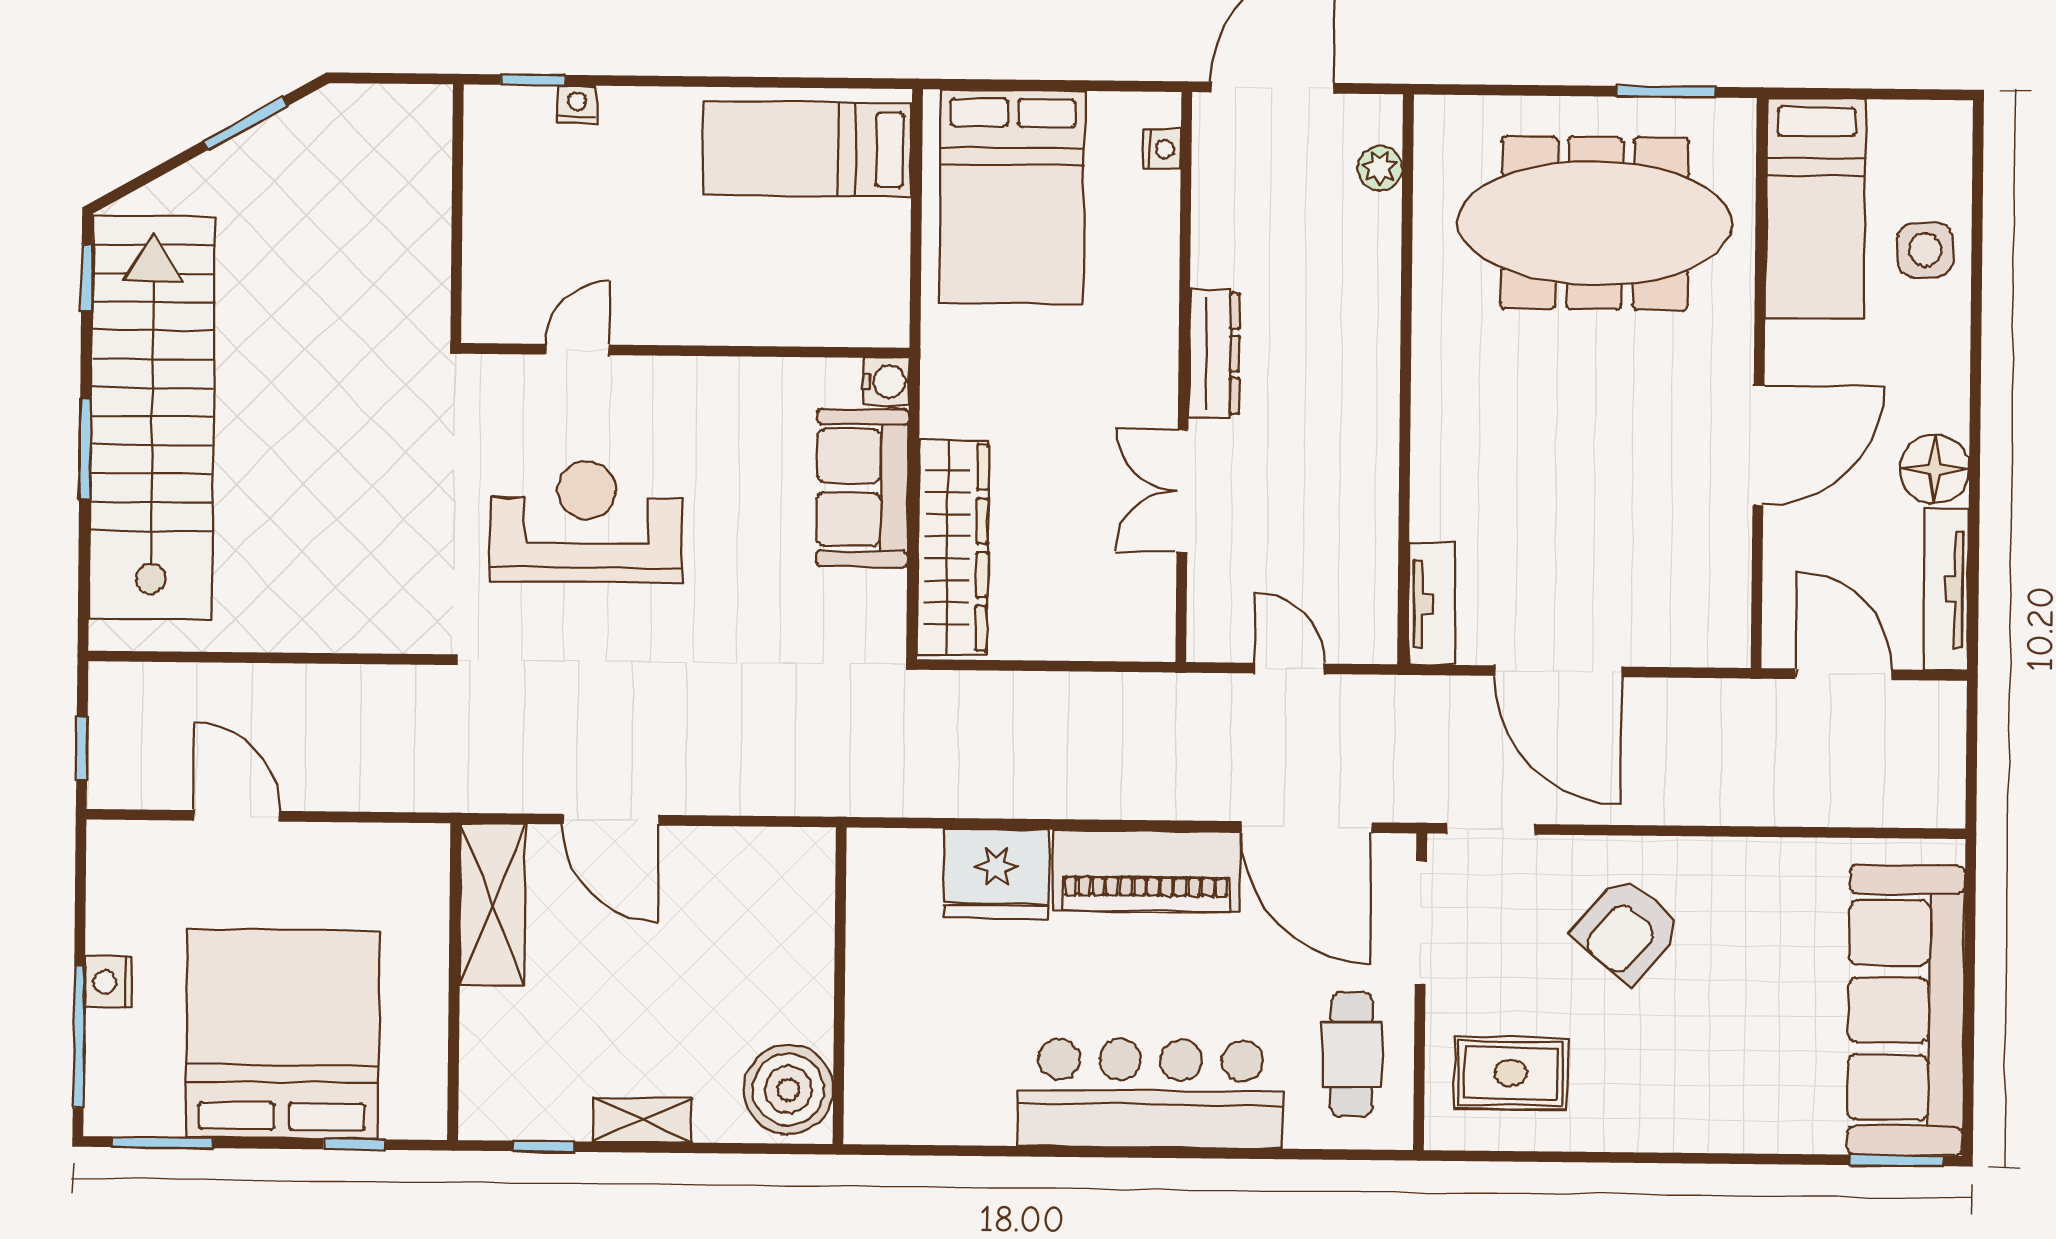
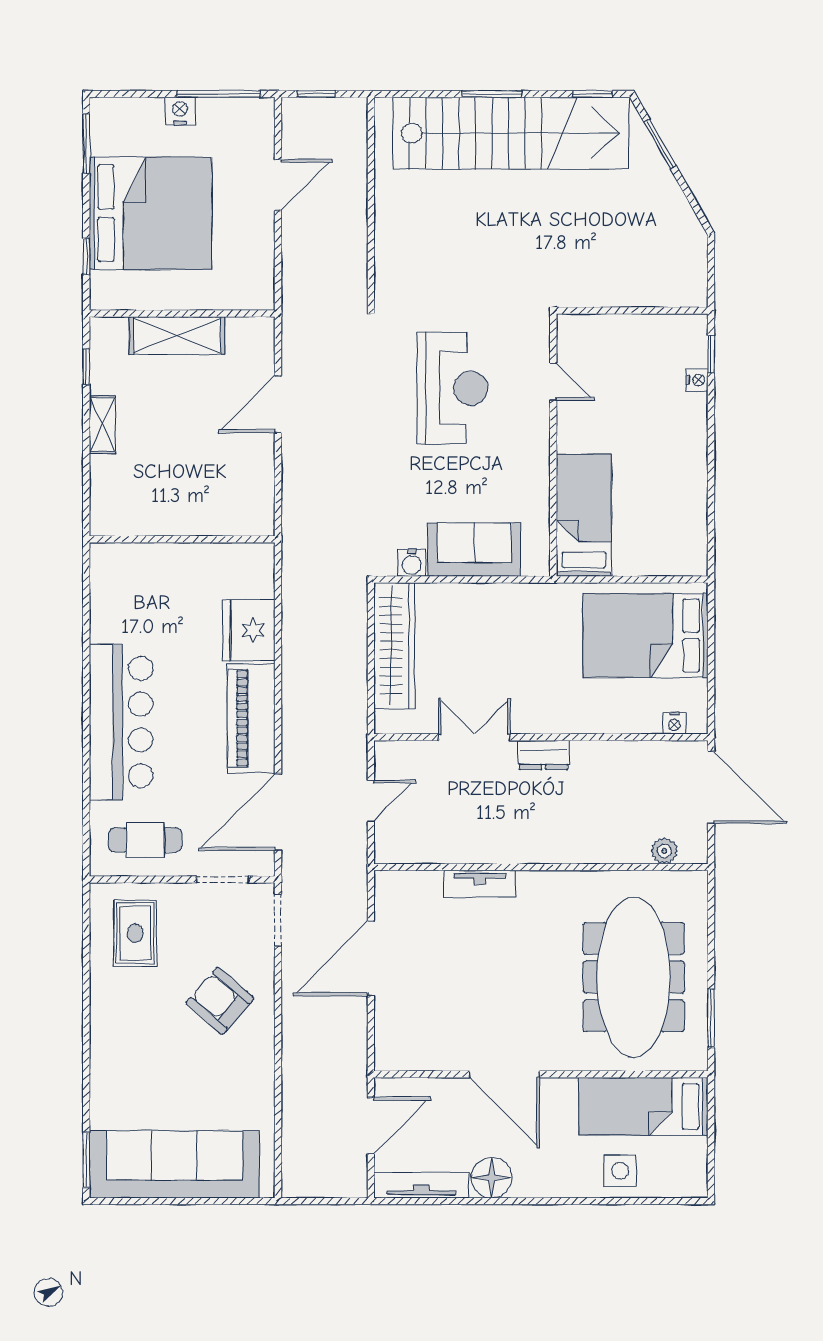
window: (245, 123) -> (660, 144), moved
bed: (807, 149) -> (584, 515), moved
dresser: (1214, 353) -> (544, 755), width x0.70
water cooler: (886, 381) -> (412, 563), moved
wardrobe: (953, 547) -> (394, 646), moved, turned -90
tv unit: (1432, 604) -> (480, 884), moved
shelving: (493, 905) -> (177, 336), moved
doorway: (1421, 923) -> (223, 879), width x0.73
window: (79, 1037) -> (219, 94), moved
boiler: (788, 1090) -> (121, 510), removed

